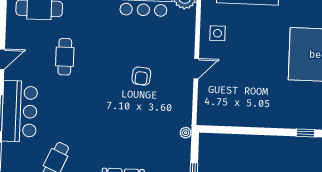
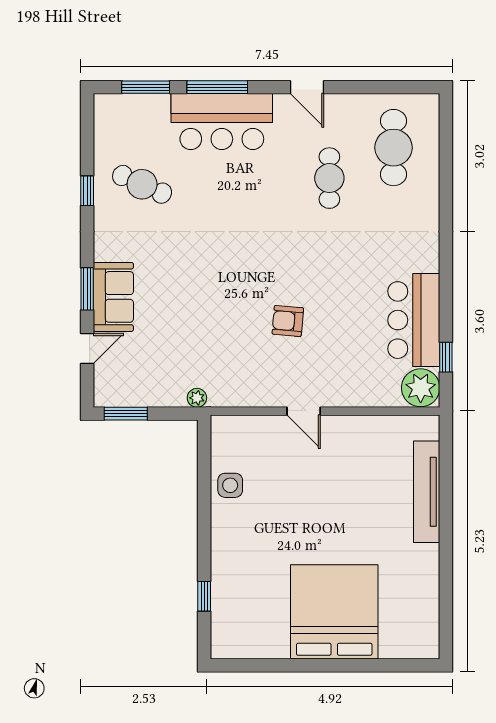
side table: (218, 33) -> (230, 485), moved
cafe table: (65, 57) -> (329, 178), moved, turned 90

